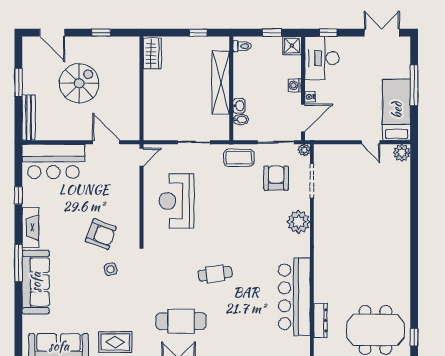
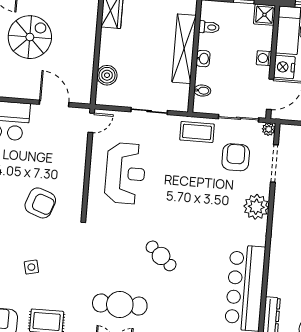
toilet: (242, 46) -> (209, 27), moved
nightstand: (310, 97) -> (284, 67), width x1.89, depth x1.79
washbasin: (239, 106) -> (203, 59), moved
boiler: (152, 113) -> (107, 75), added
reception desk: (176, 201) -> (125, 173), turned 180
side table: (111, 269) -> (31, 267), moved
cafe table: (215, 274) -> (161, 256), turned 49

